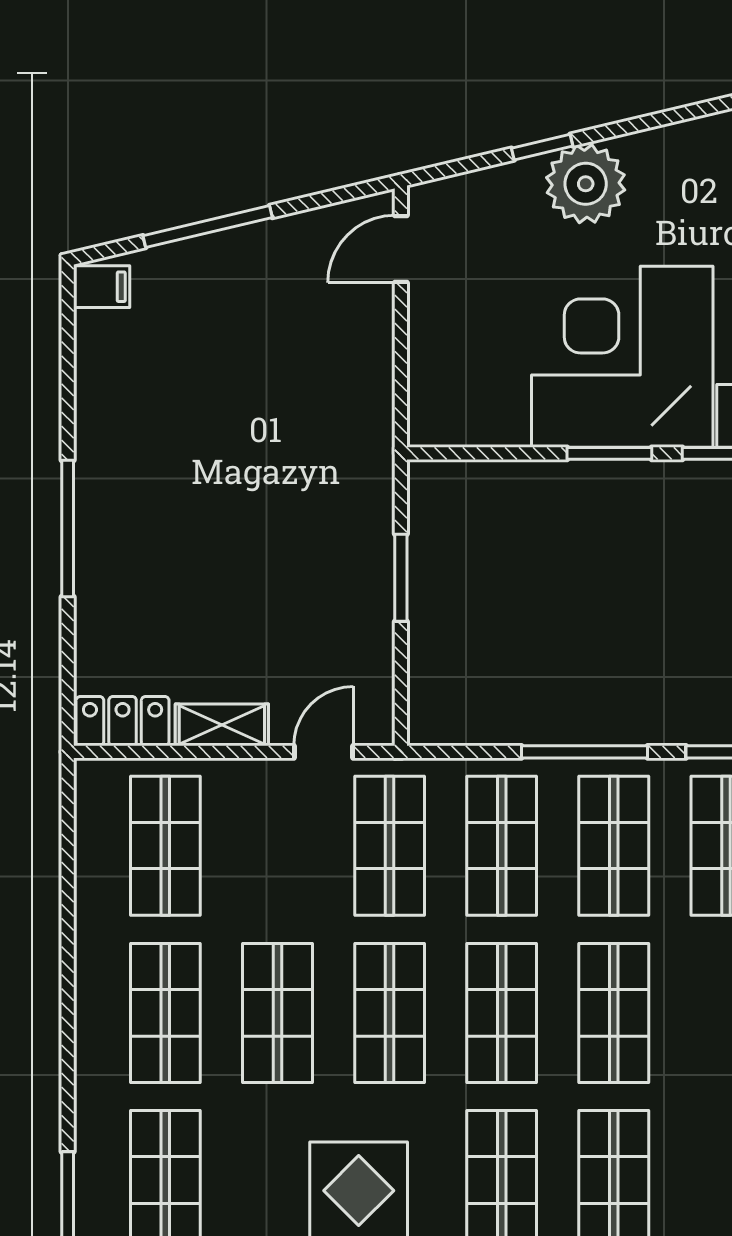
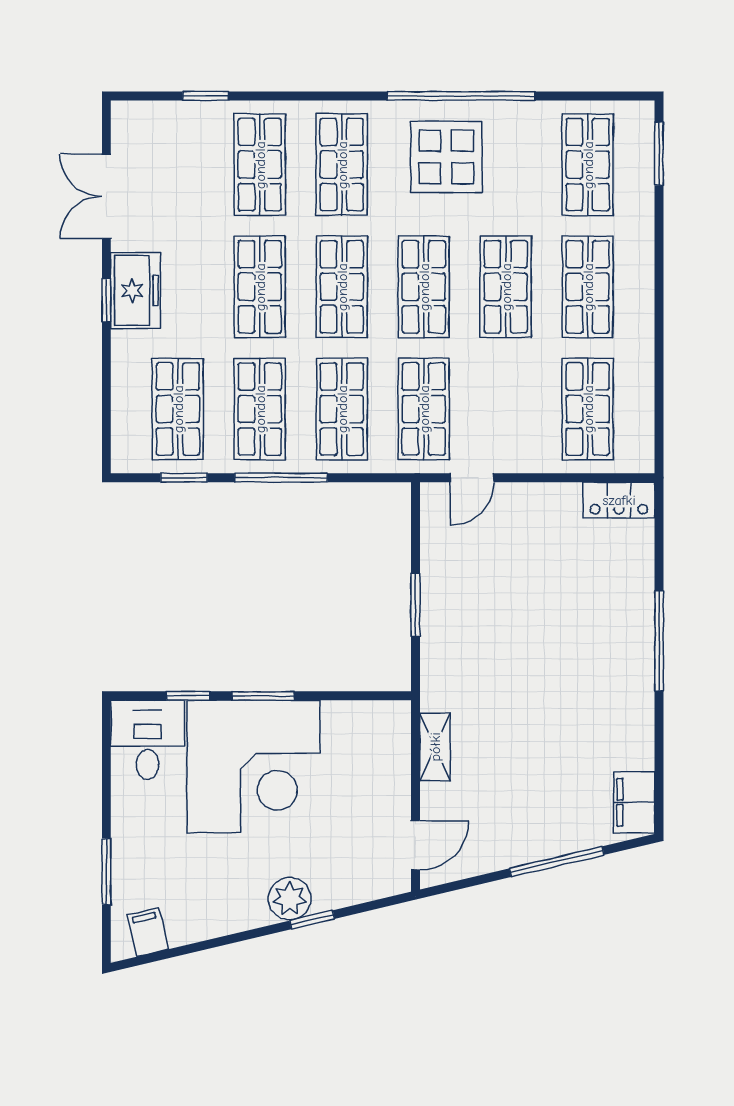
plant: (586, 184) -> (290, 899), width x0.73, depth x0.73
filing cabinet: (102, 287) -> (634, 802), width x2.00
shelving: (222, 725) -> (435, 747), moved, turned 90

